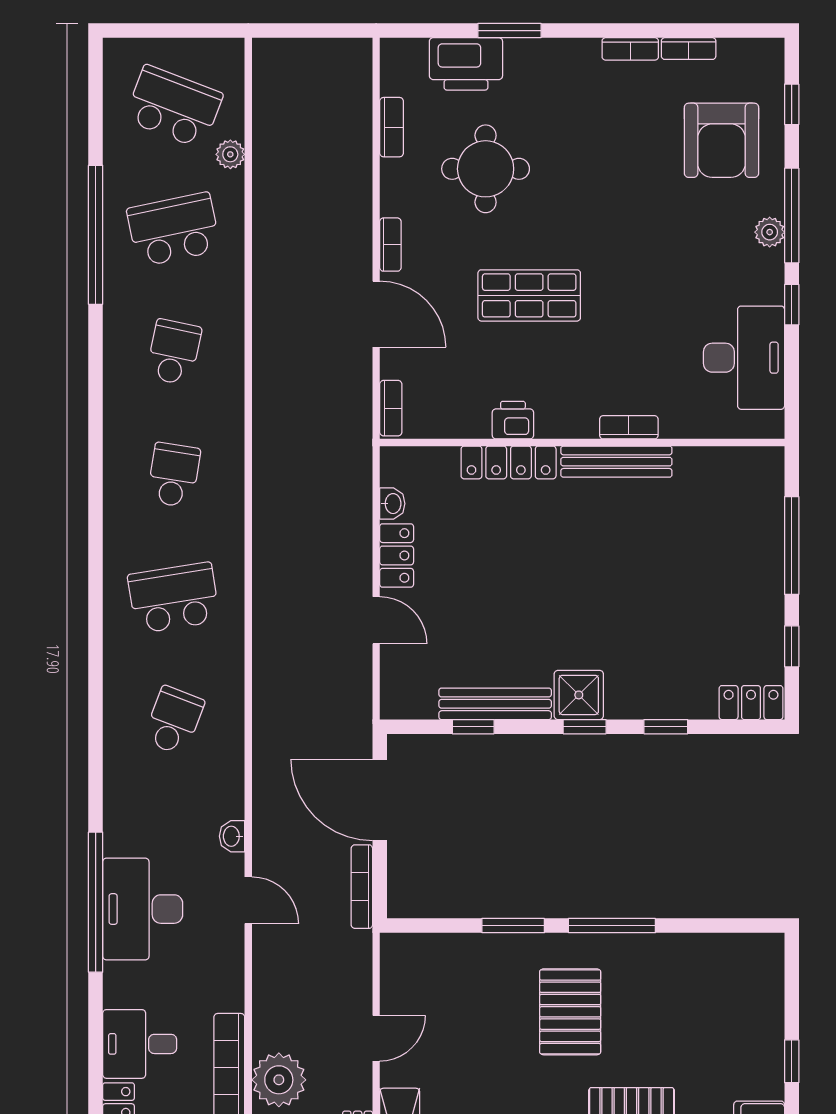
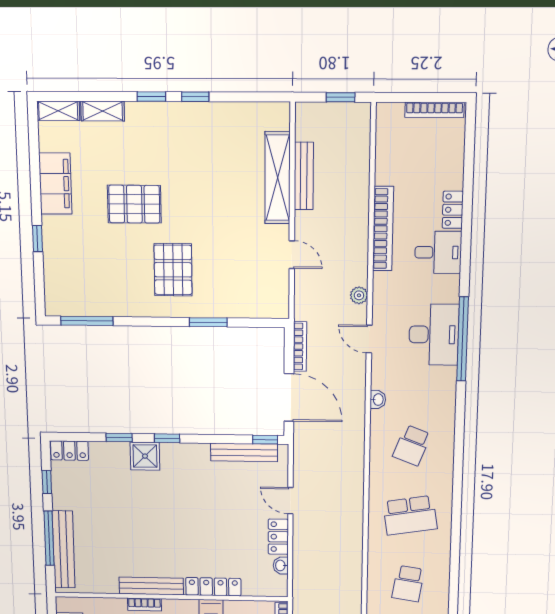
bench: (767, 525) -> (64, 549), added
shower: (579, 695) -> (145, 456), moved
bench: (495, 704) -> (244, 452), moved
window: (473, 727) -> (265, 440), moved
washbasin: (232, 836) -> (378, 400), moved
window: (612, 926) -> (87, 321), moved
door: (376, 1038) -> (292, 255), swing flipped
plant: (279, 1080) -> (359, 295), moved, width x0.53, depth x0.53

